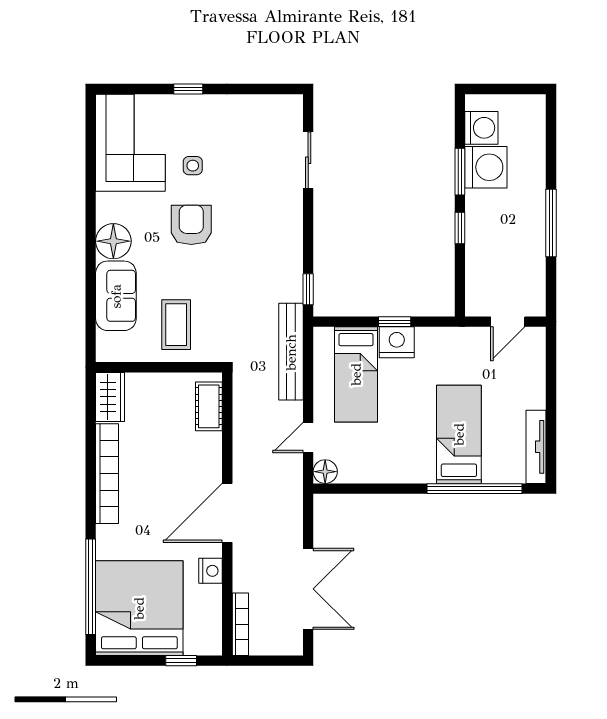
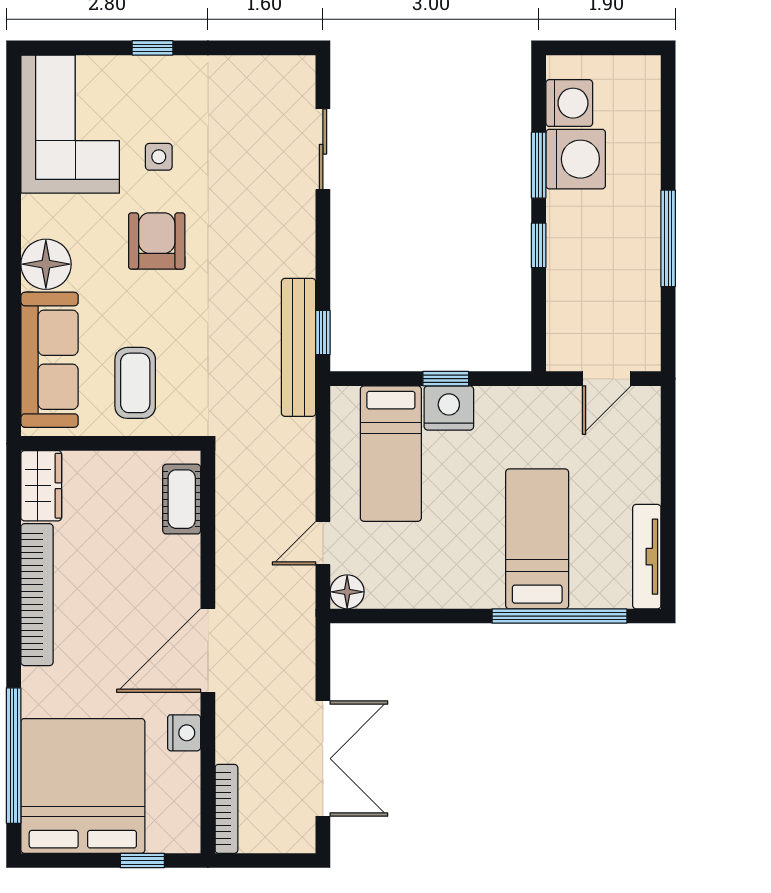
sofa: (116, 296) -> (50, 360), width x1.36
bench: (291, 352) -> (299, 347), moved

